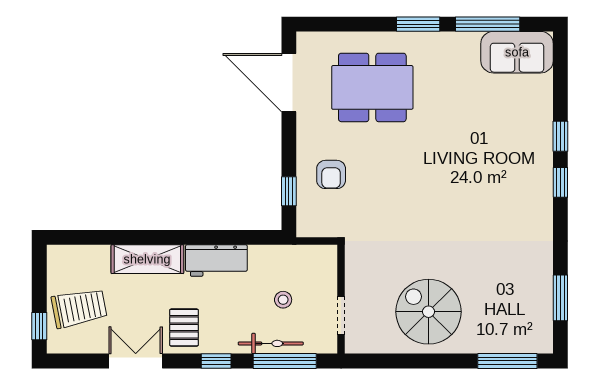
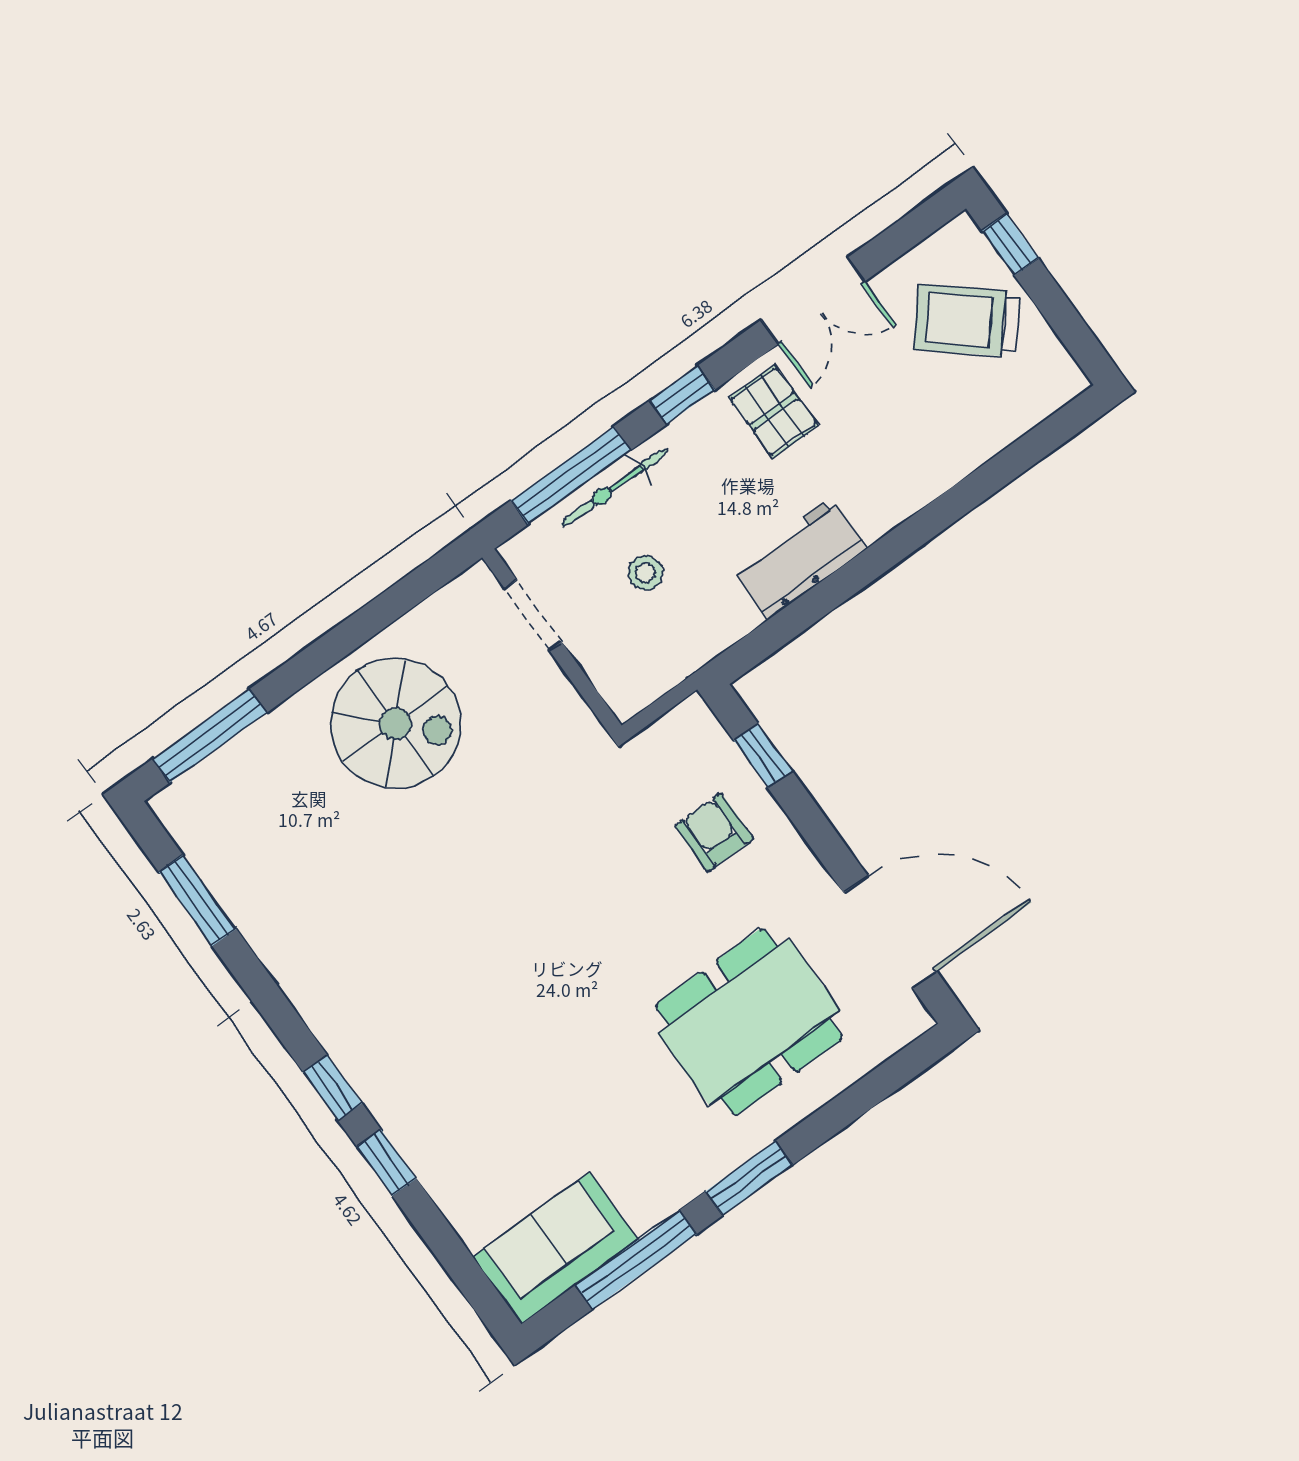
shelving: (147, 259) -> (913, 480), removed
trolley: (79, 308) -> (967, 321), turned 51

